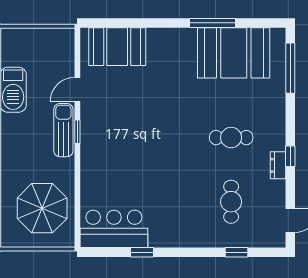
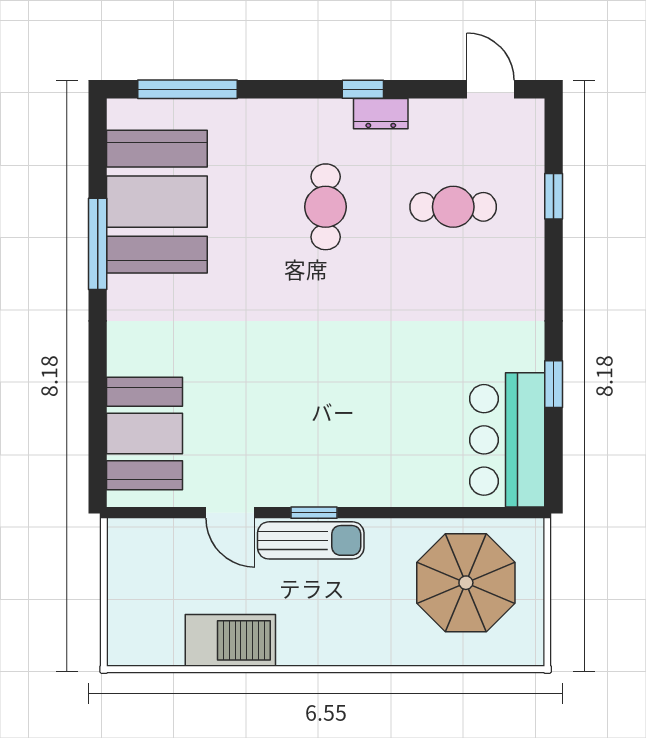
sun lounger: (63, 130) -> (311, 540), turned 180

